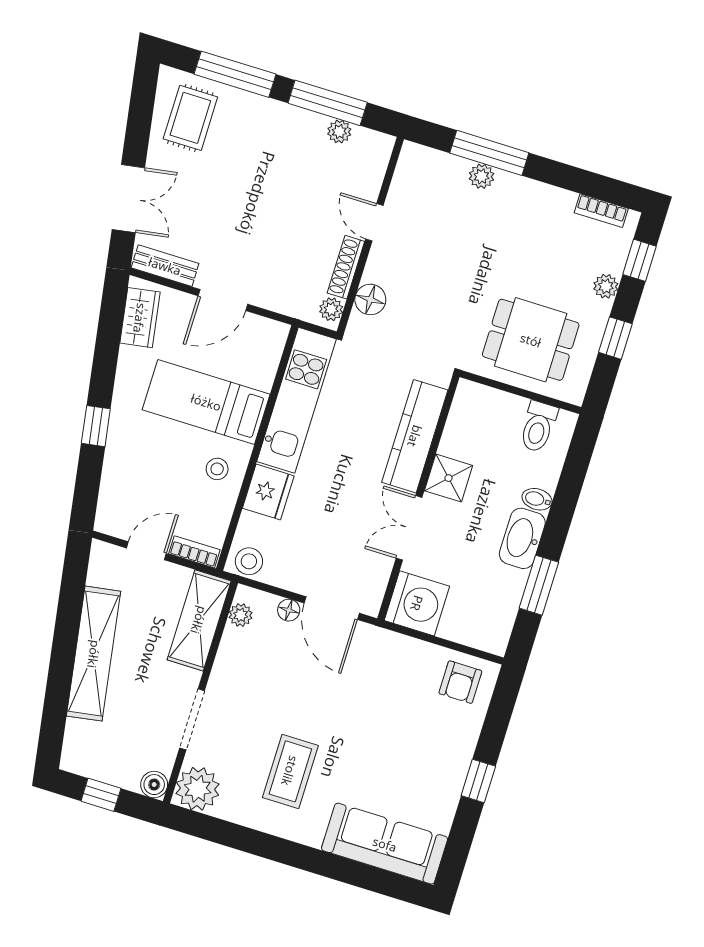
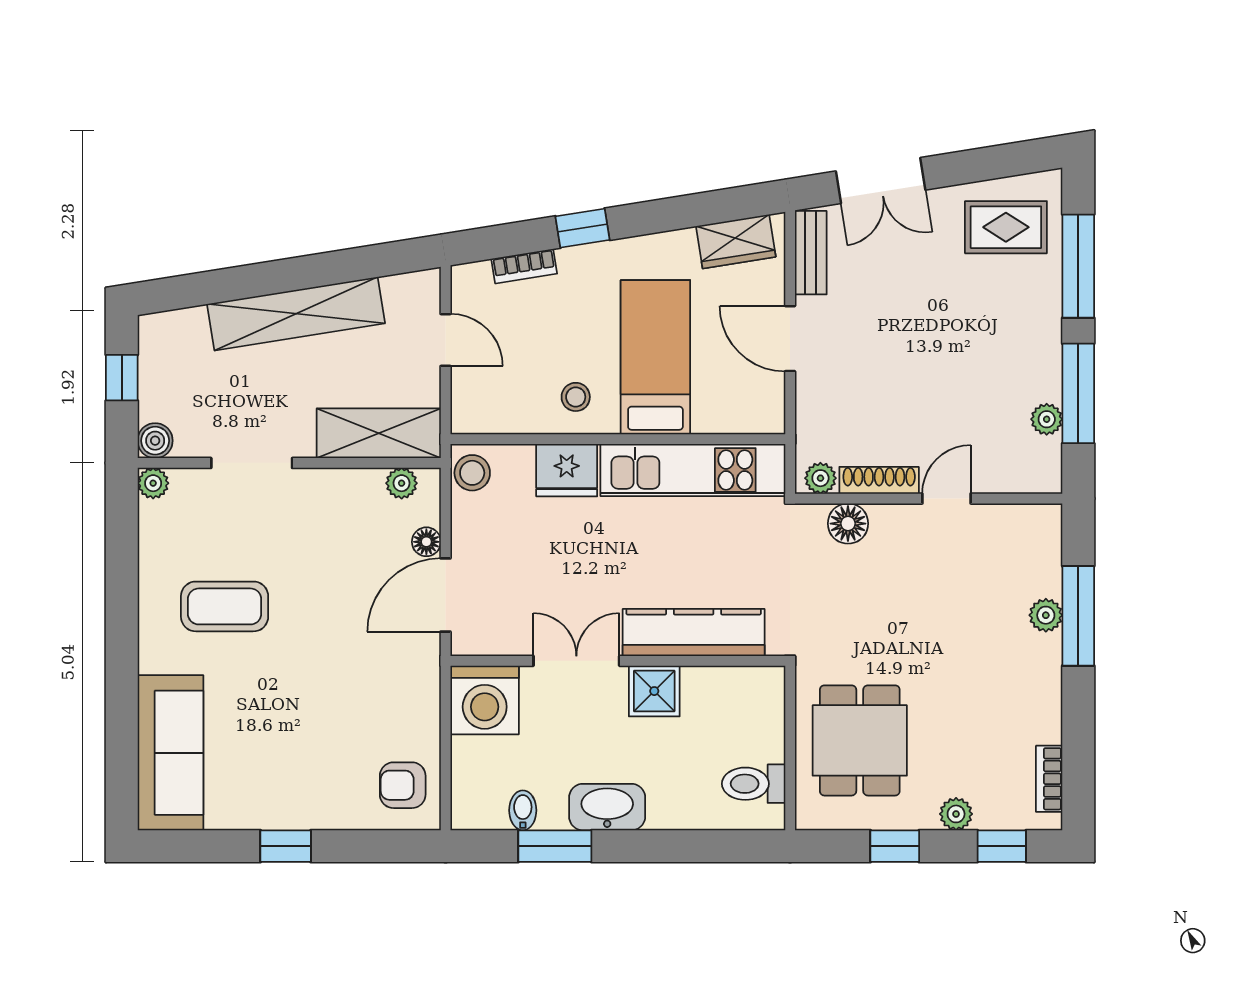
bidet: (537, 499) -> (523, 810), moved
bookcase: (194, 552) -> (524, 266), moved, turned 81
plant: (198, 789) -> (153, 483), width x0.53, depth x0.53

